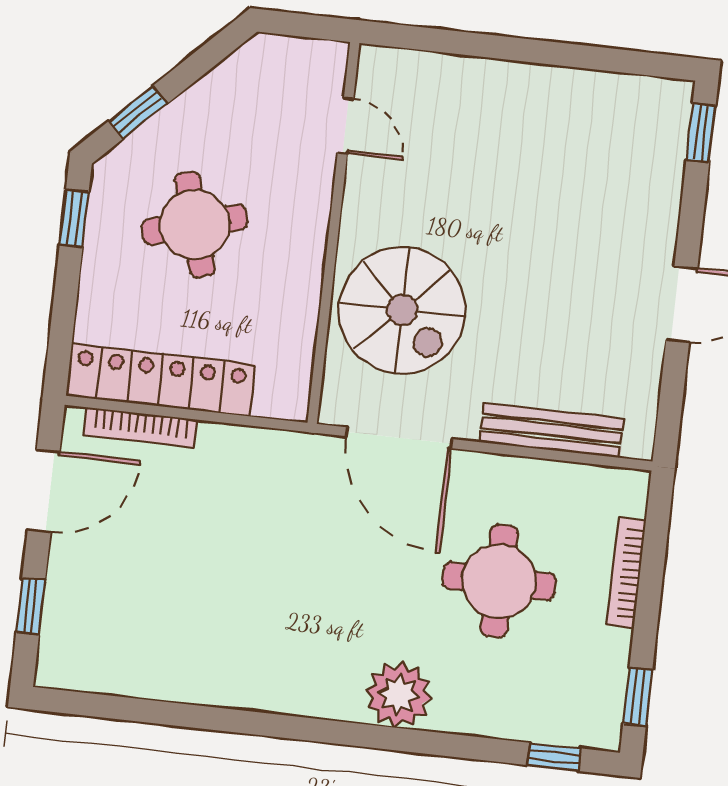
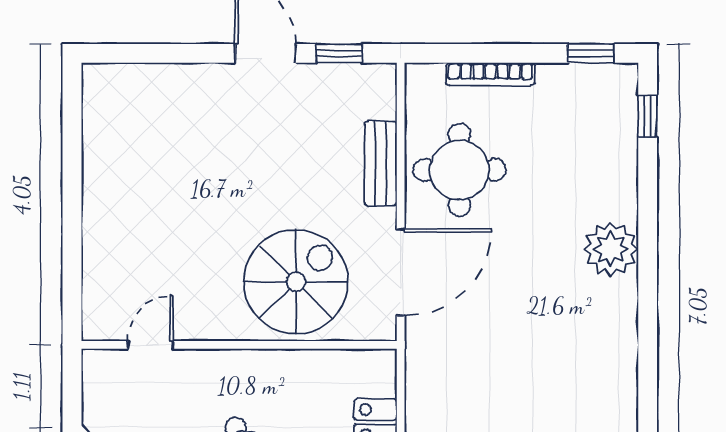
window: (701, 132) -> (339, 53), moved
bench: (552, 430) -> (381, 164), width x0.73
round table: (499, 581) -> (460, 170), moved

